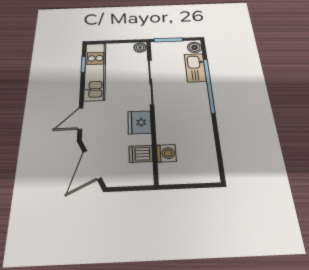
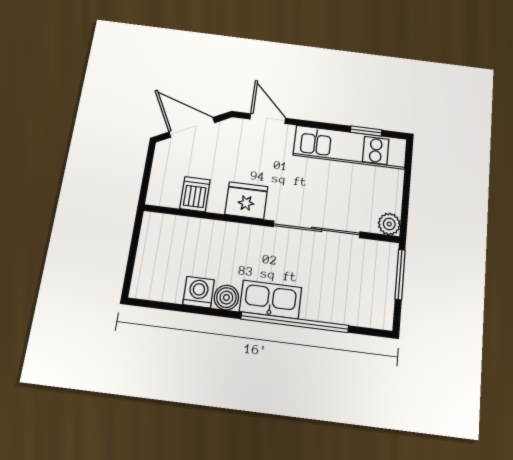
boiler: (195, 47) -> (226, 298), moved
kitchen sink: (195, 68) -> (271, 300), moved
washing machine: (166, 153) -> (199, 292), moved, turned 180

